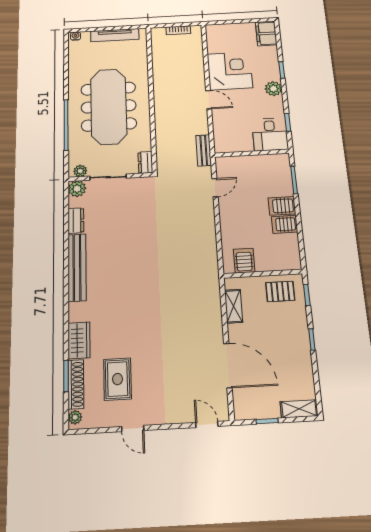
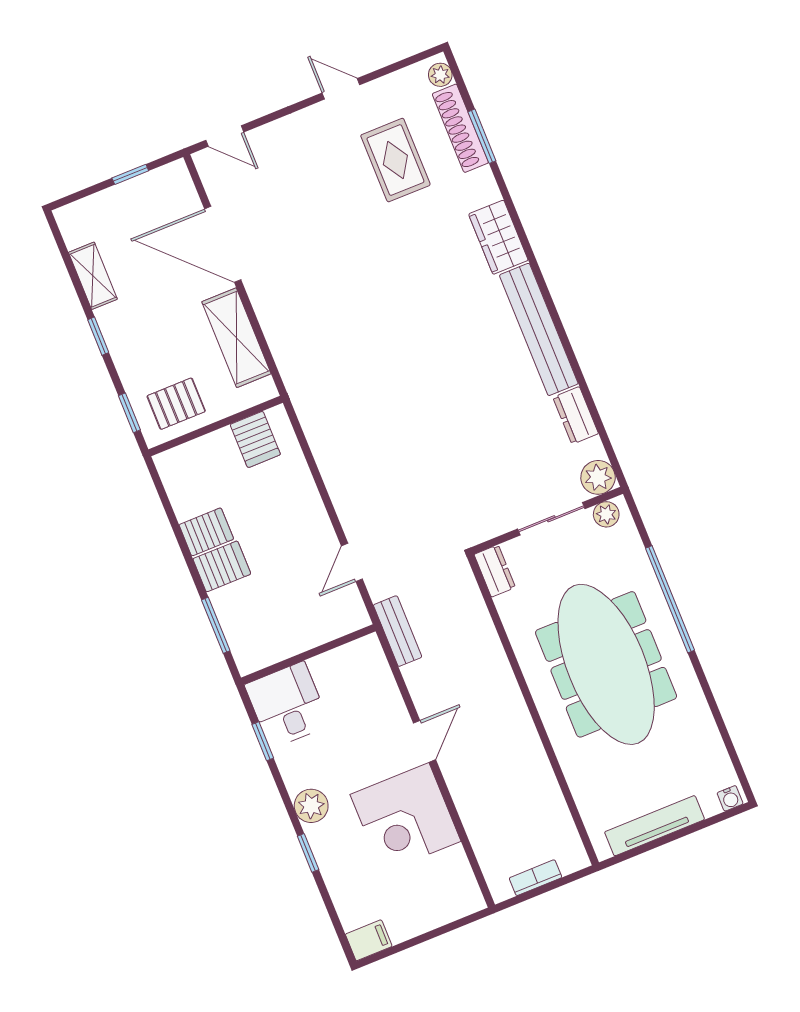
filing cabinet: (266, 33) -> (369, 940), width x0.50
door: (209, 100) -> (424, 741), swing flipped
shelving: (234, 306) -> (236, 338), width x1.50, depth x1.33
wardrobe: (79, 340) -> (498, 237), moved
shelving: (299, 409) -> (93, 276), moved, turned 90

